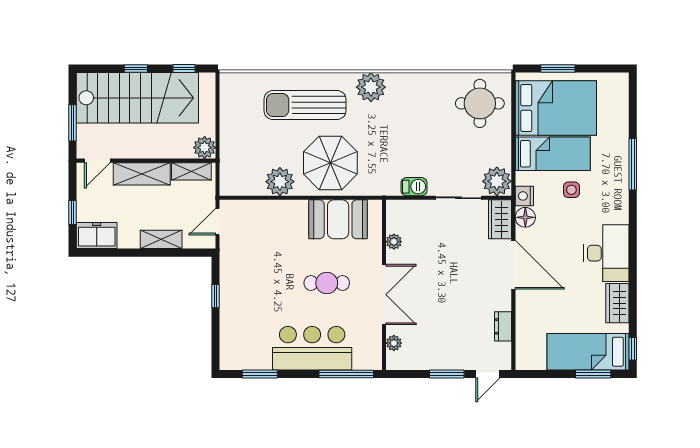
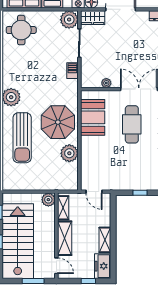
shelving: (161, 239) -> (105, 240), moved
cafe table: (327, 283) -> (132, 124), width x1.37, depth x1.35

